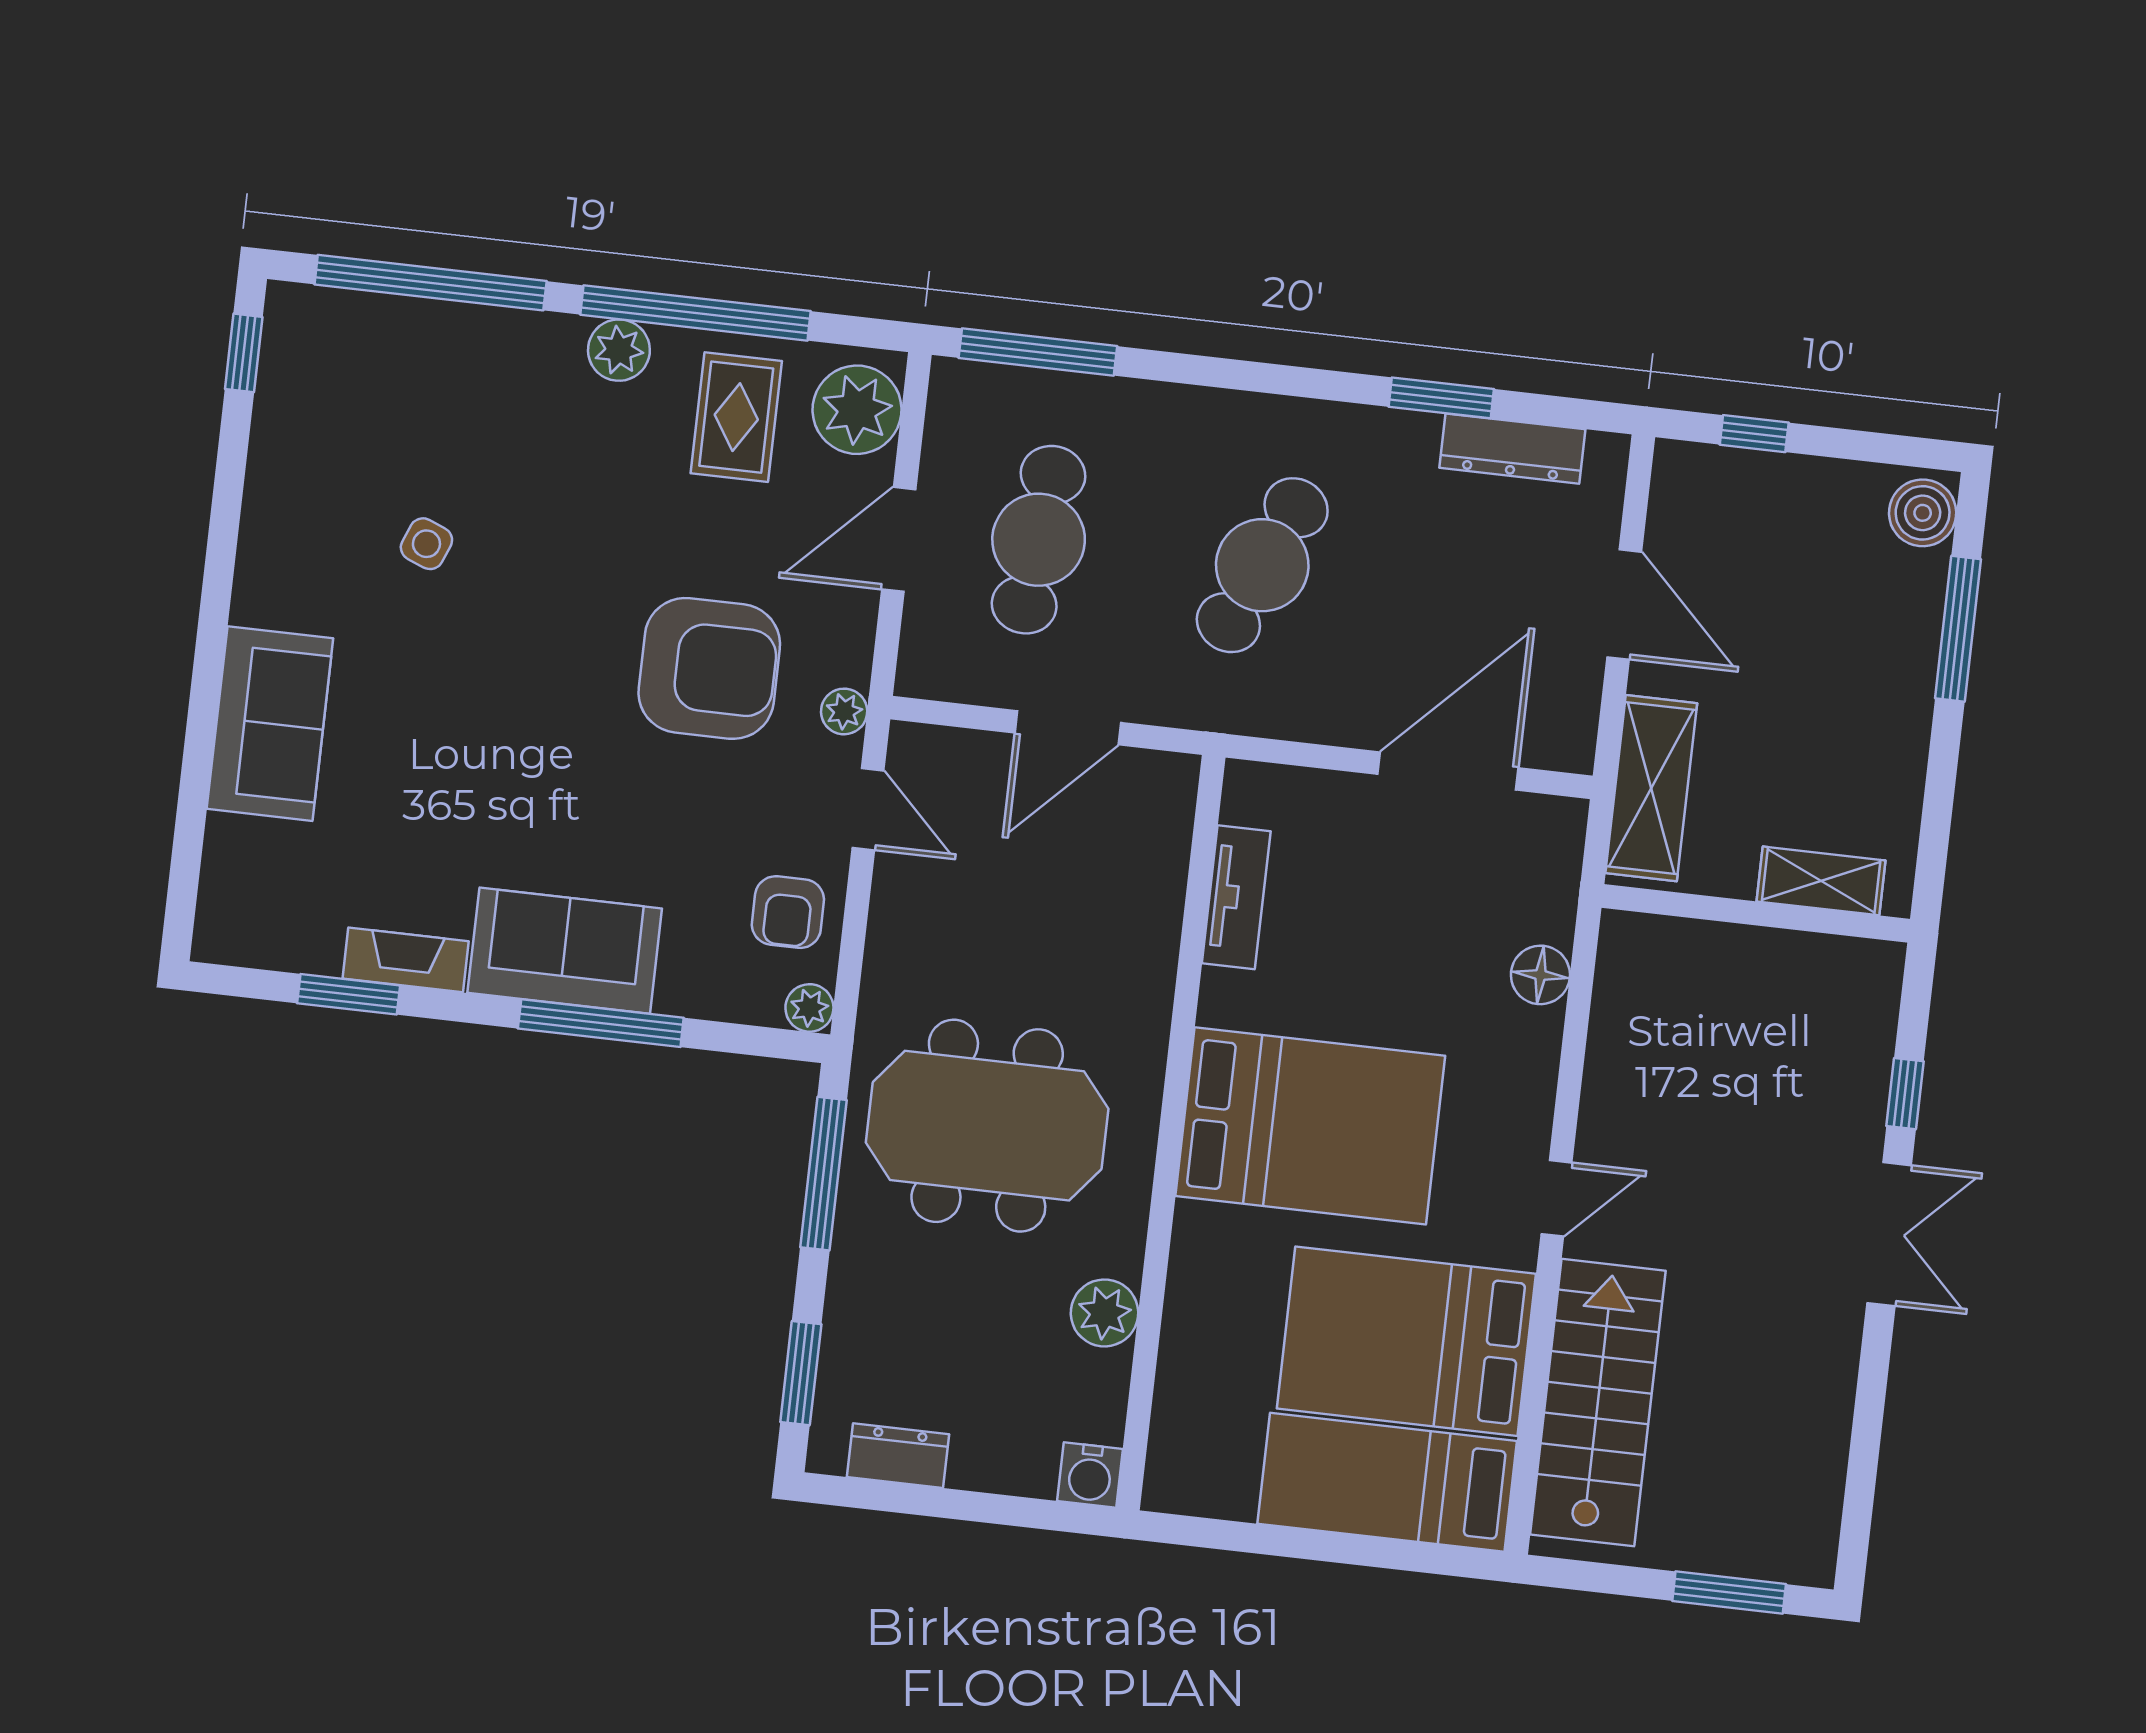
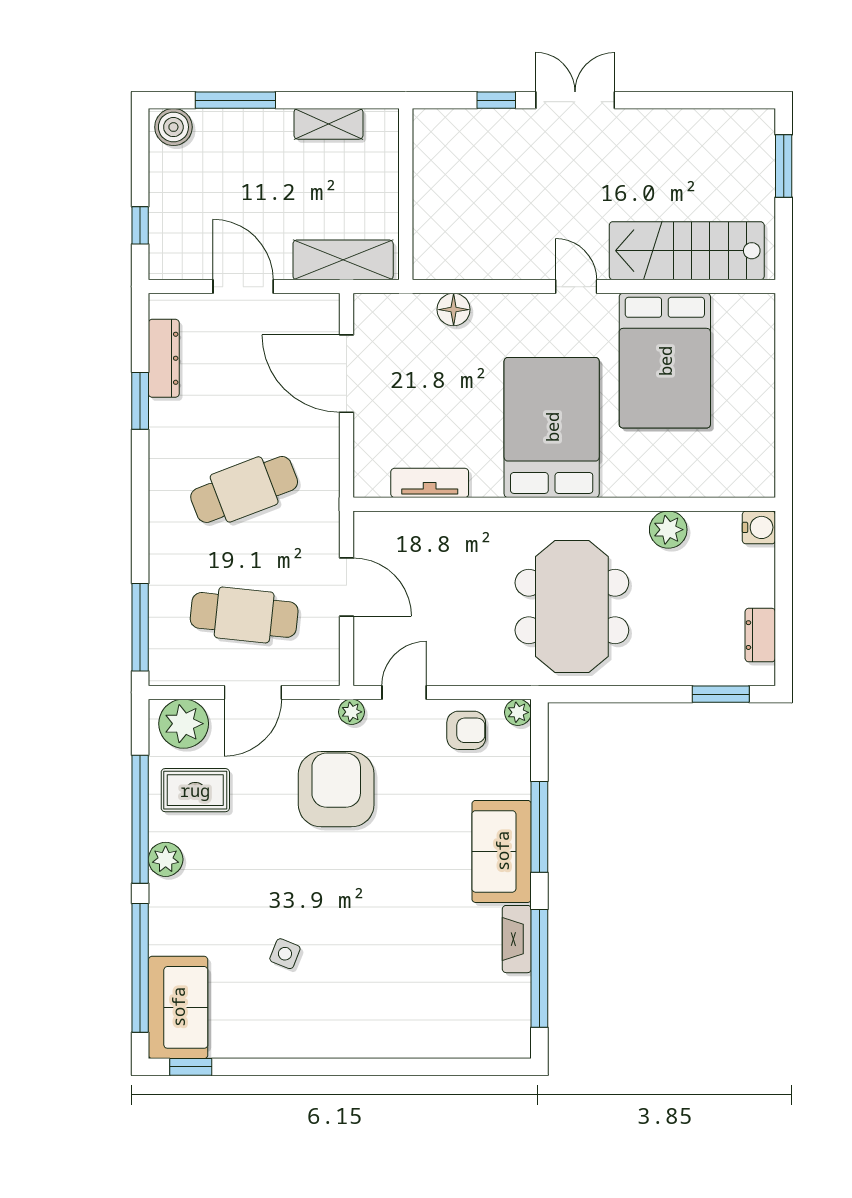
door: (899, 539) -> (253, 692), hinge flipped
cafe table: (1262, 565) -> (244, 489), turned -45
door: (1624, 604) -> (243, 287), hinge flipped
sofa: (270, 724) -> (178, 1007), moved, turned 90
shelving: (1821, 881) -> (328, 124), moved, turned 90
window: (349, 994) -> (539, 968), width x2.11
window: (824, 1174) -> (609, 694), removed
bed: (1387, 1482) -> (744, 362), removed

